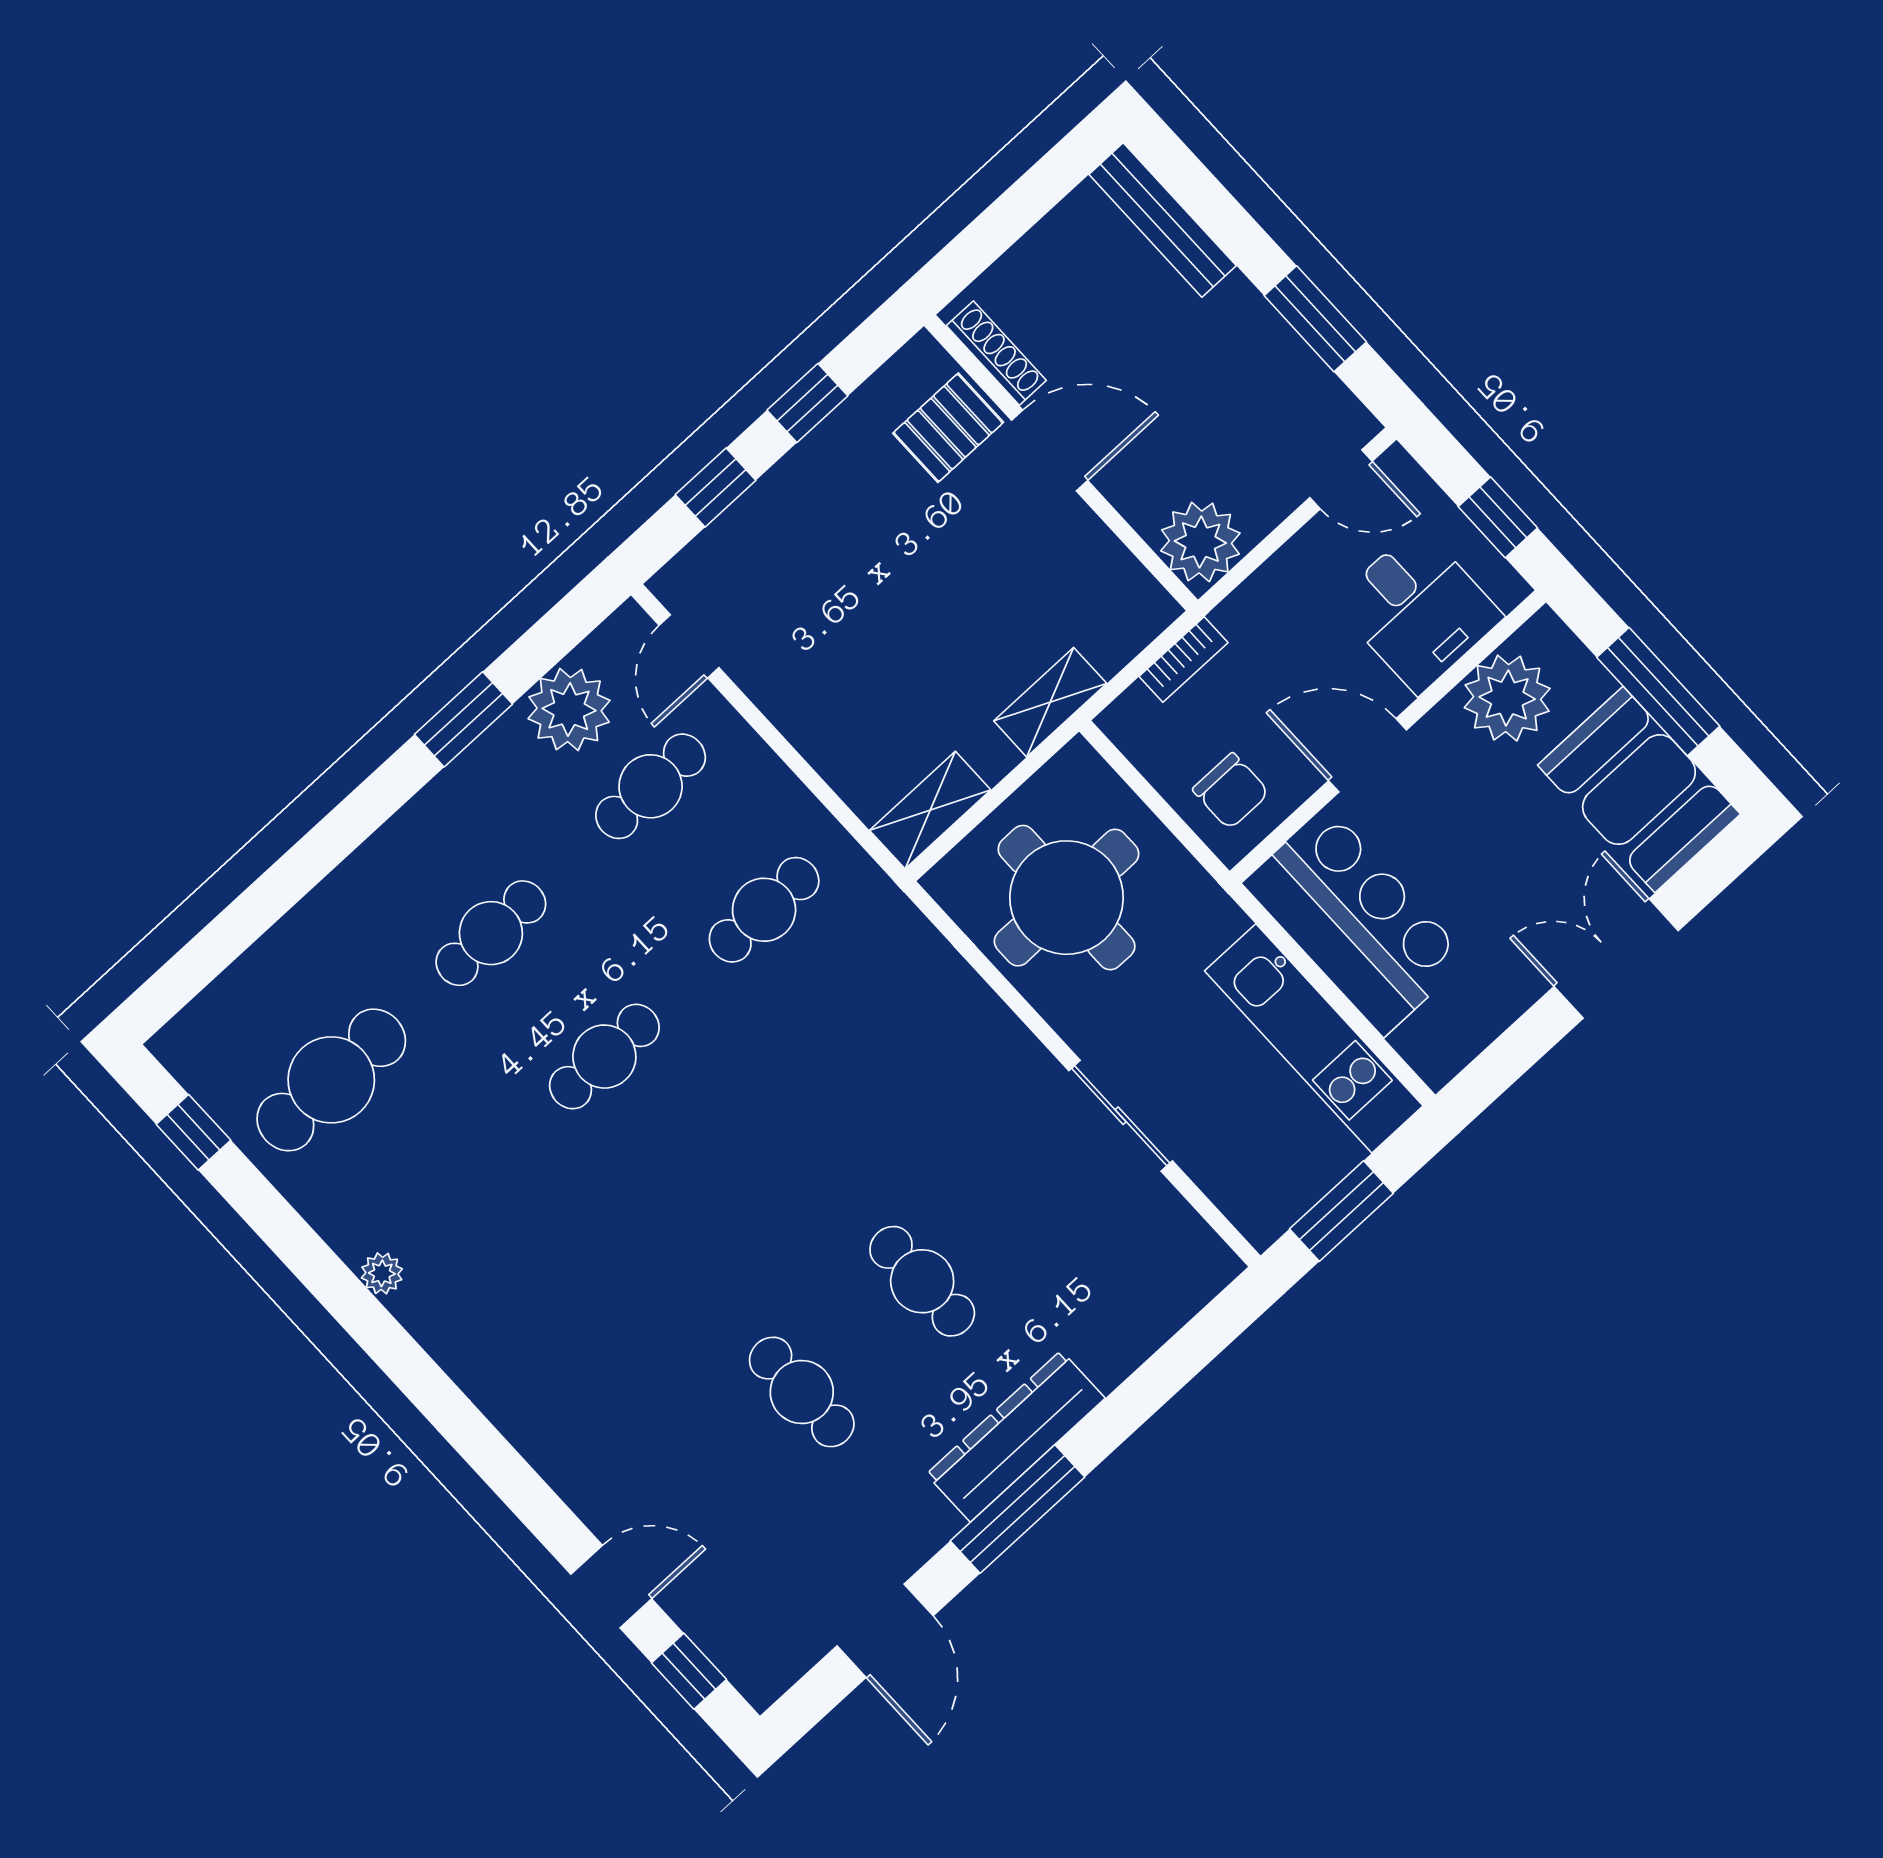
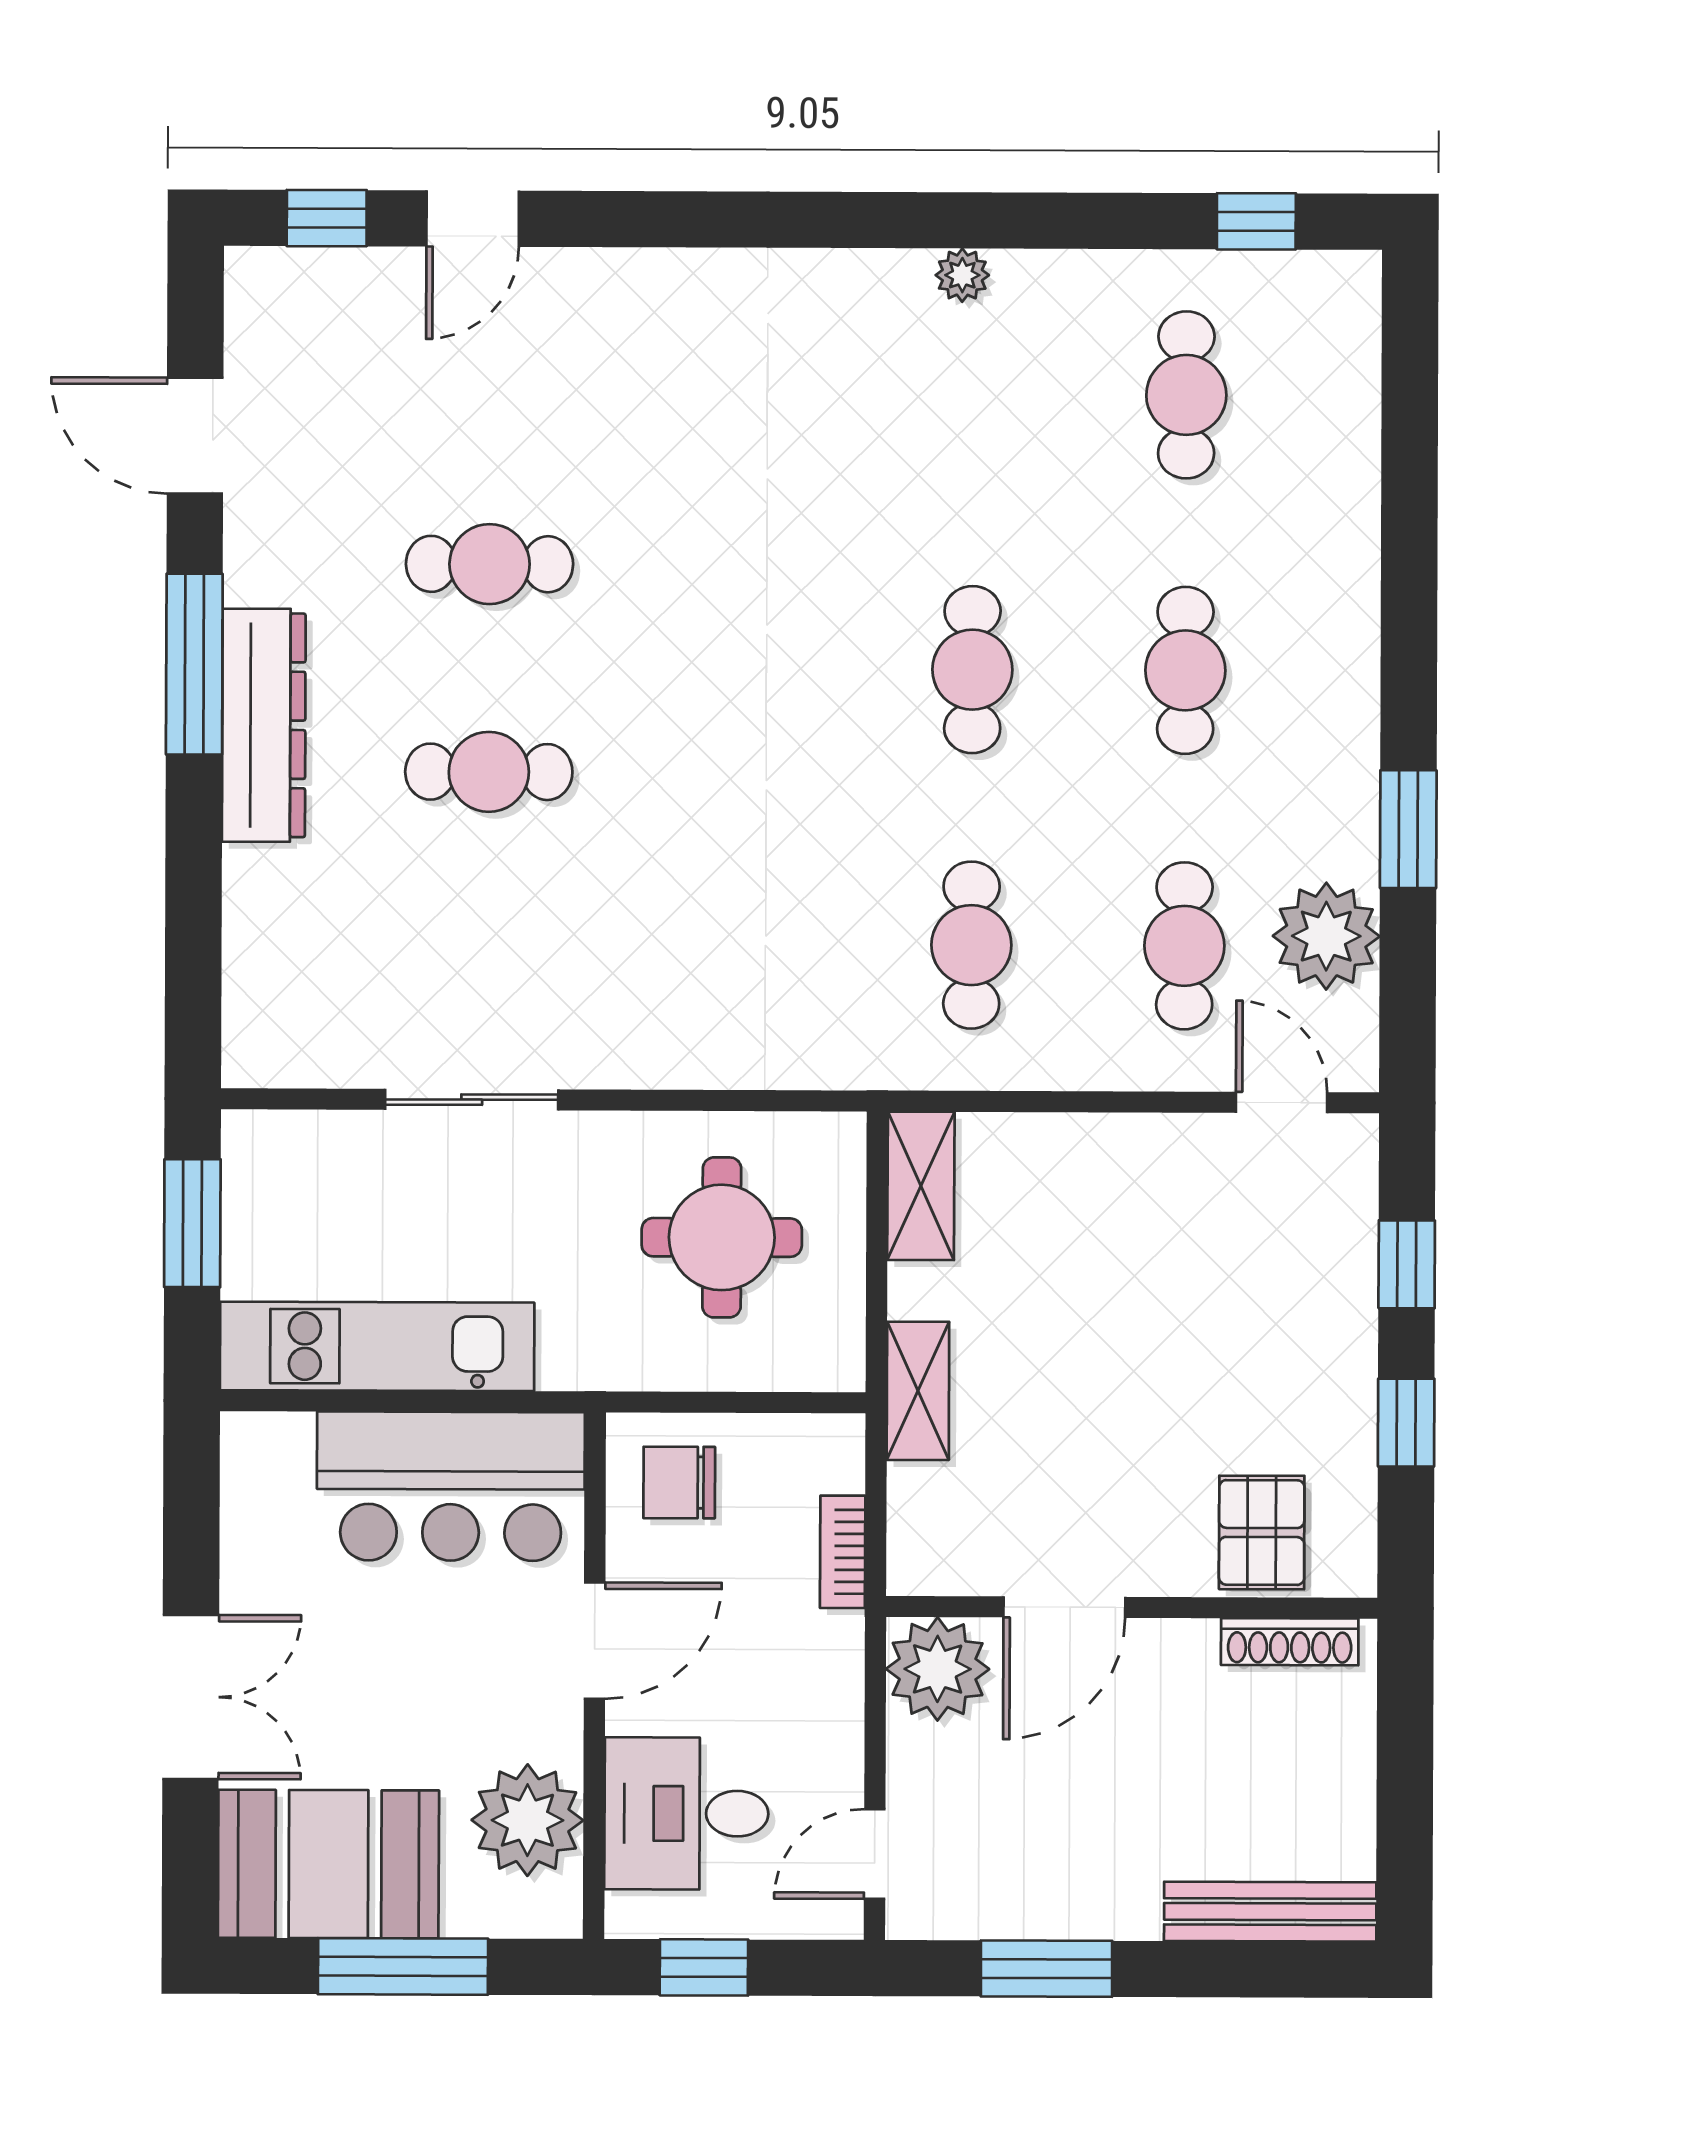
door: (1050, 450) -> (1064, 1607), moved
round table: (1067, 898) -> (722, 1237), width x0.73, depth x0.73
cafe table: (331, 1080) -> (1186, 395), width x0.73, depth x0.74

